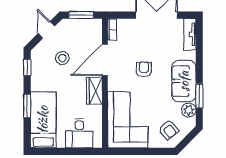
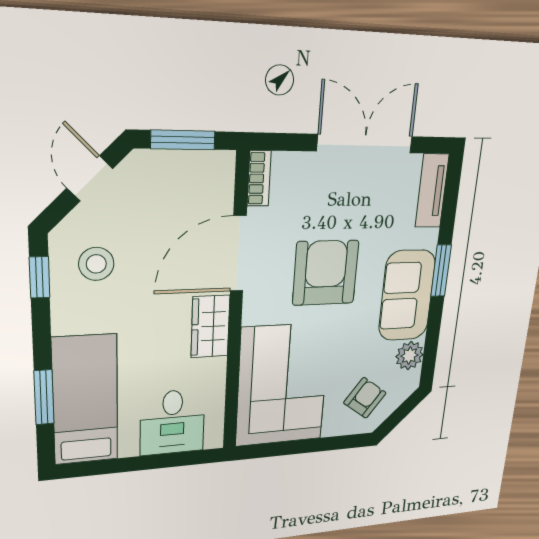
stool: (62, 58) -> (96, 264), moved
armchair: (144, 69) -> (326, 273), width x1.88, depth x1.88
window: (199, 96) -> (441, 271), moved
window: (27, 106) -> (44, 397), moved
armchair: (168, 130) -> (365, 398), turned -105

